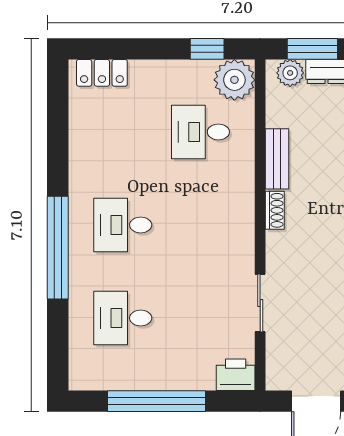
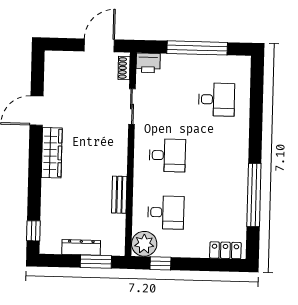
plant: (290, 73) -> (110, 247), removed
shoe rack: (275, 210) -> (124, 68), moved
desk: (123, 225) -> (167, 155), moved
window: (58, 248) -> (254, 195), moved

